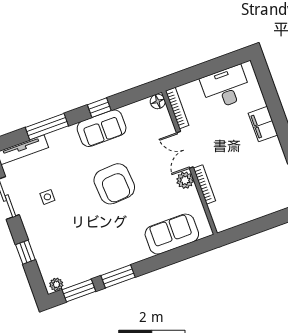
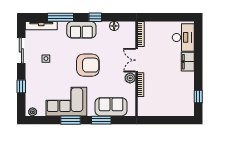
desk: (226, 87) -> (183, 37), moved, turned 90
floor lamp: (158, 101) -> (114, 26), moved
sofa: (102, 128) -> (81, 30), moved
armchair: (114, 184) -> (88, 65), turned -86
corner sofa: (102, 251) -> (66, 102), added
window: (79, 291) -> (101, 120), moved

